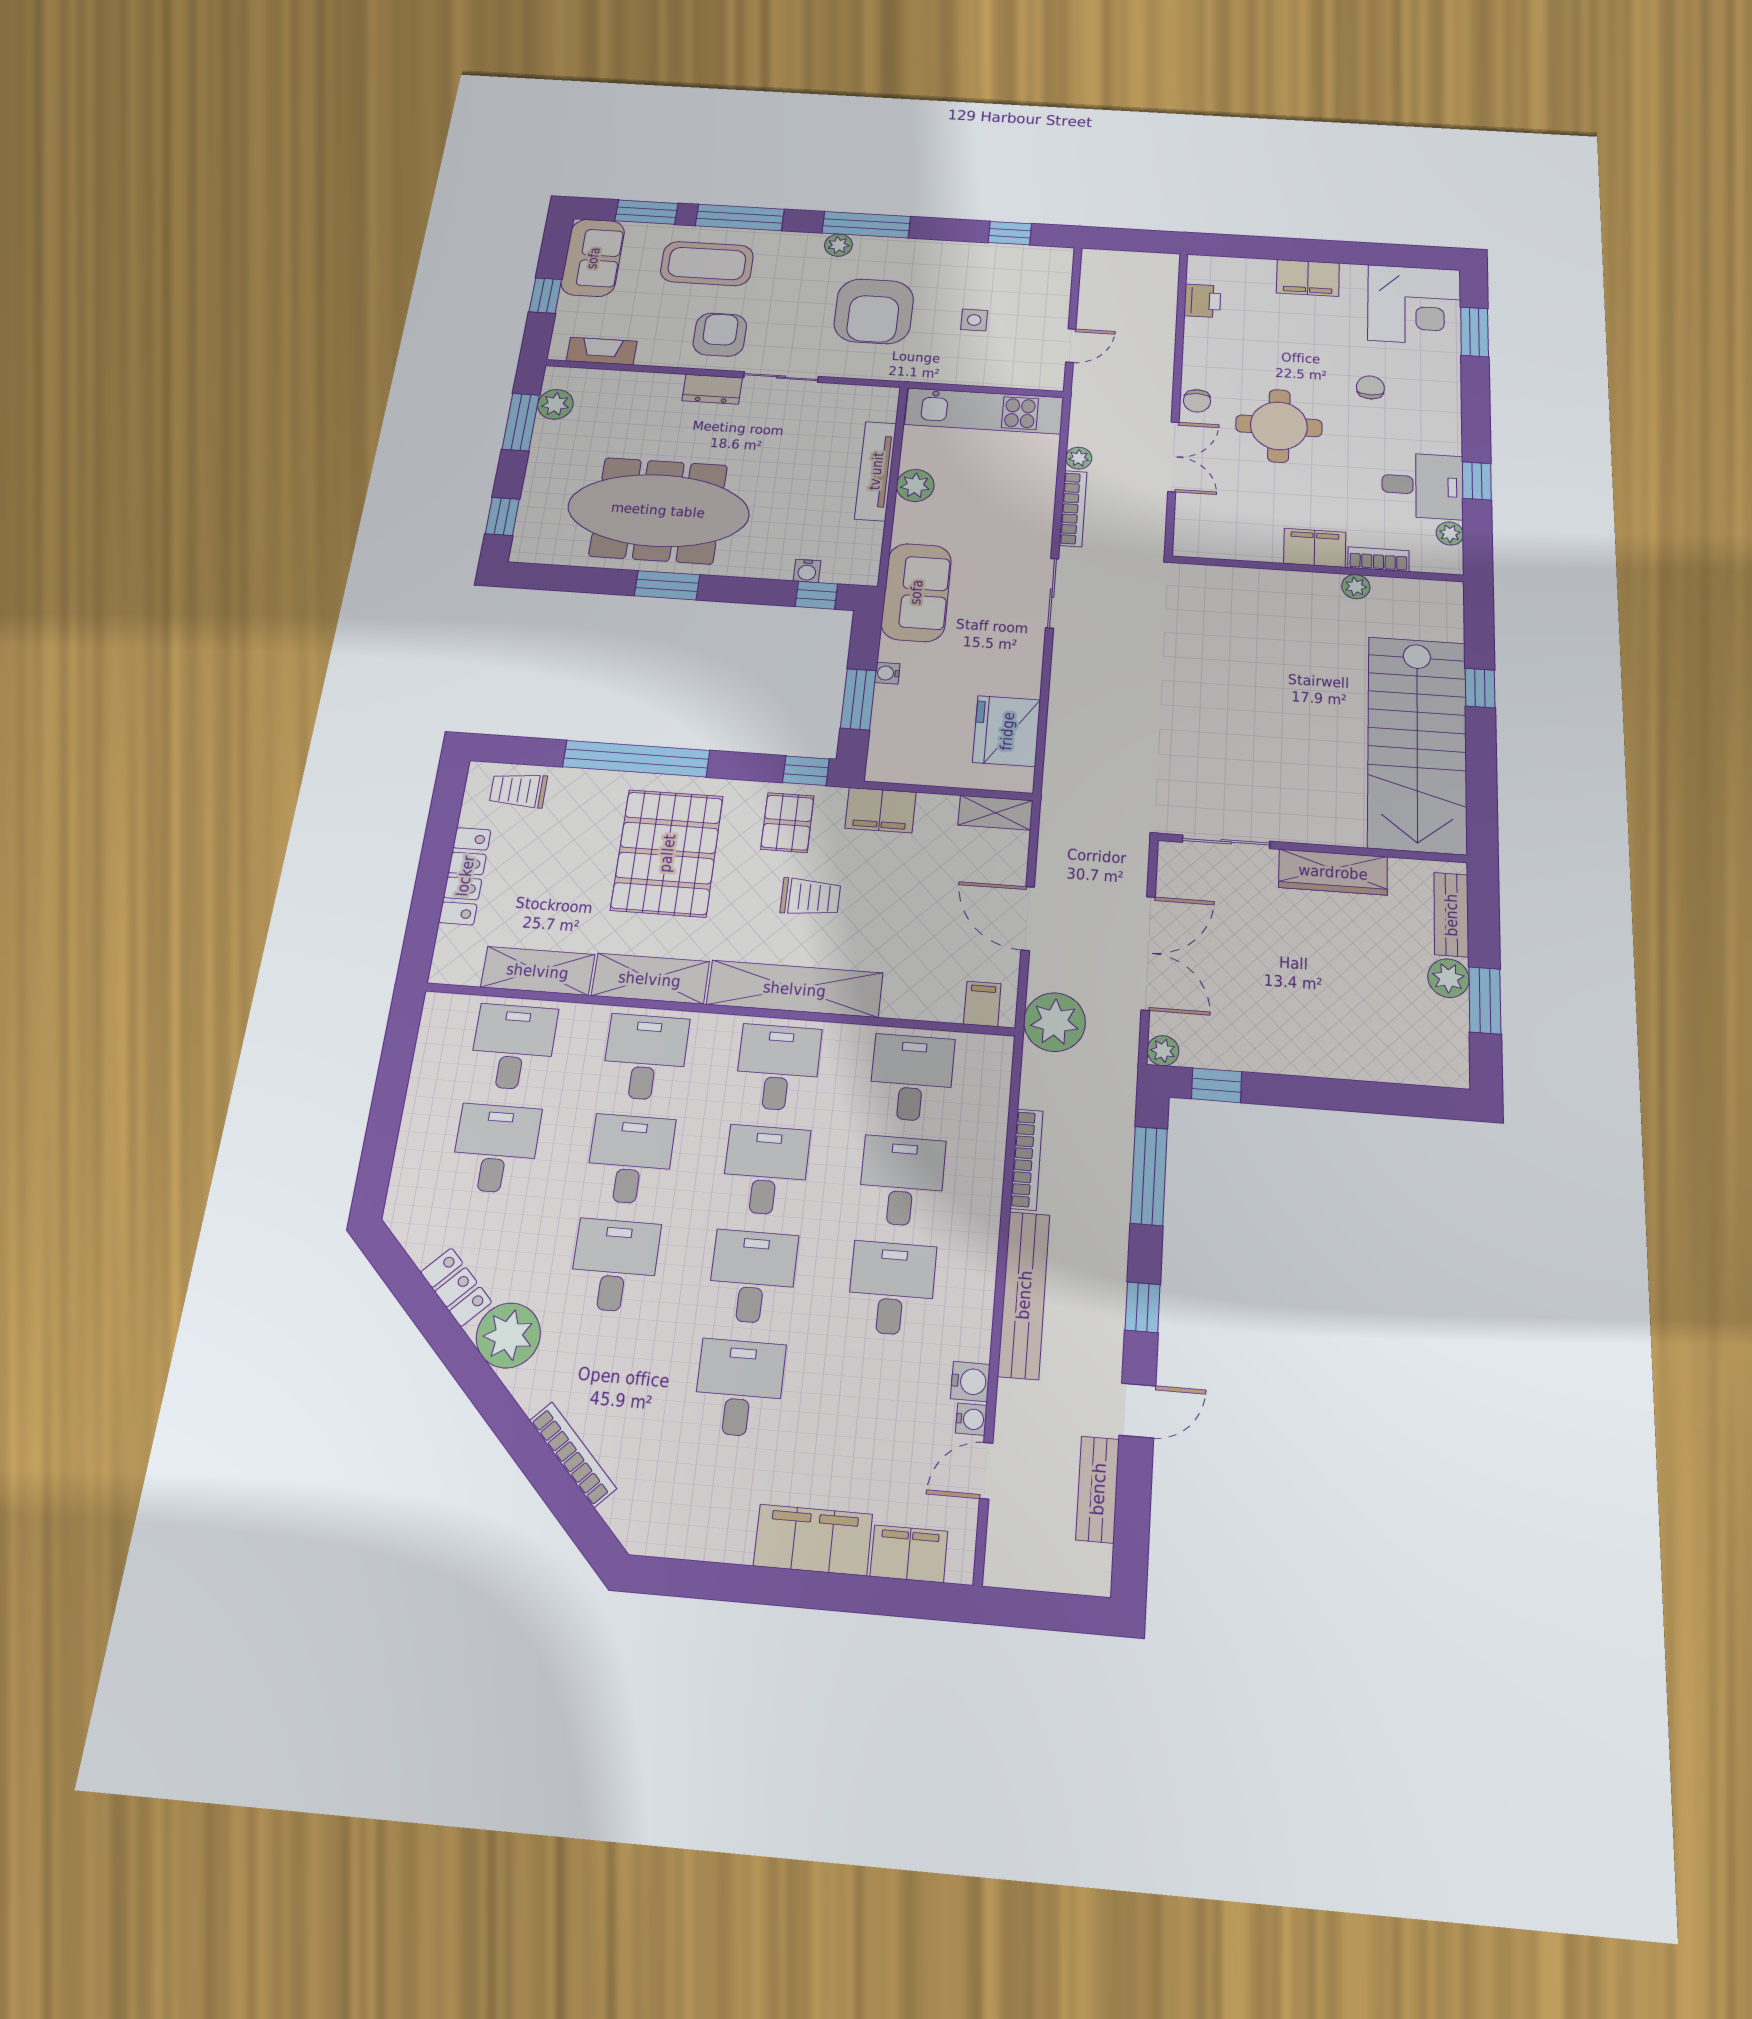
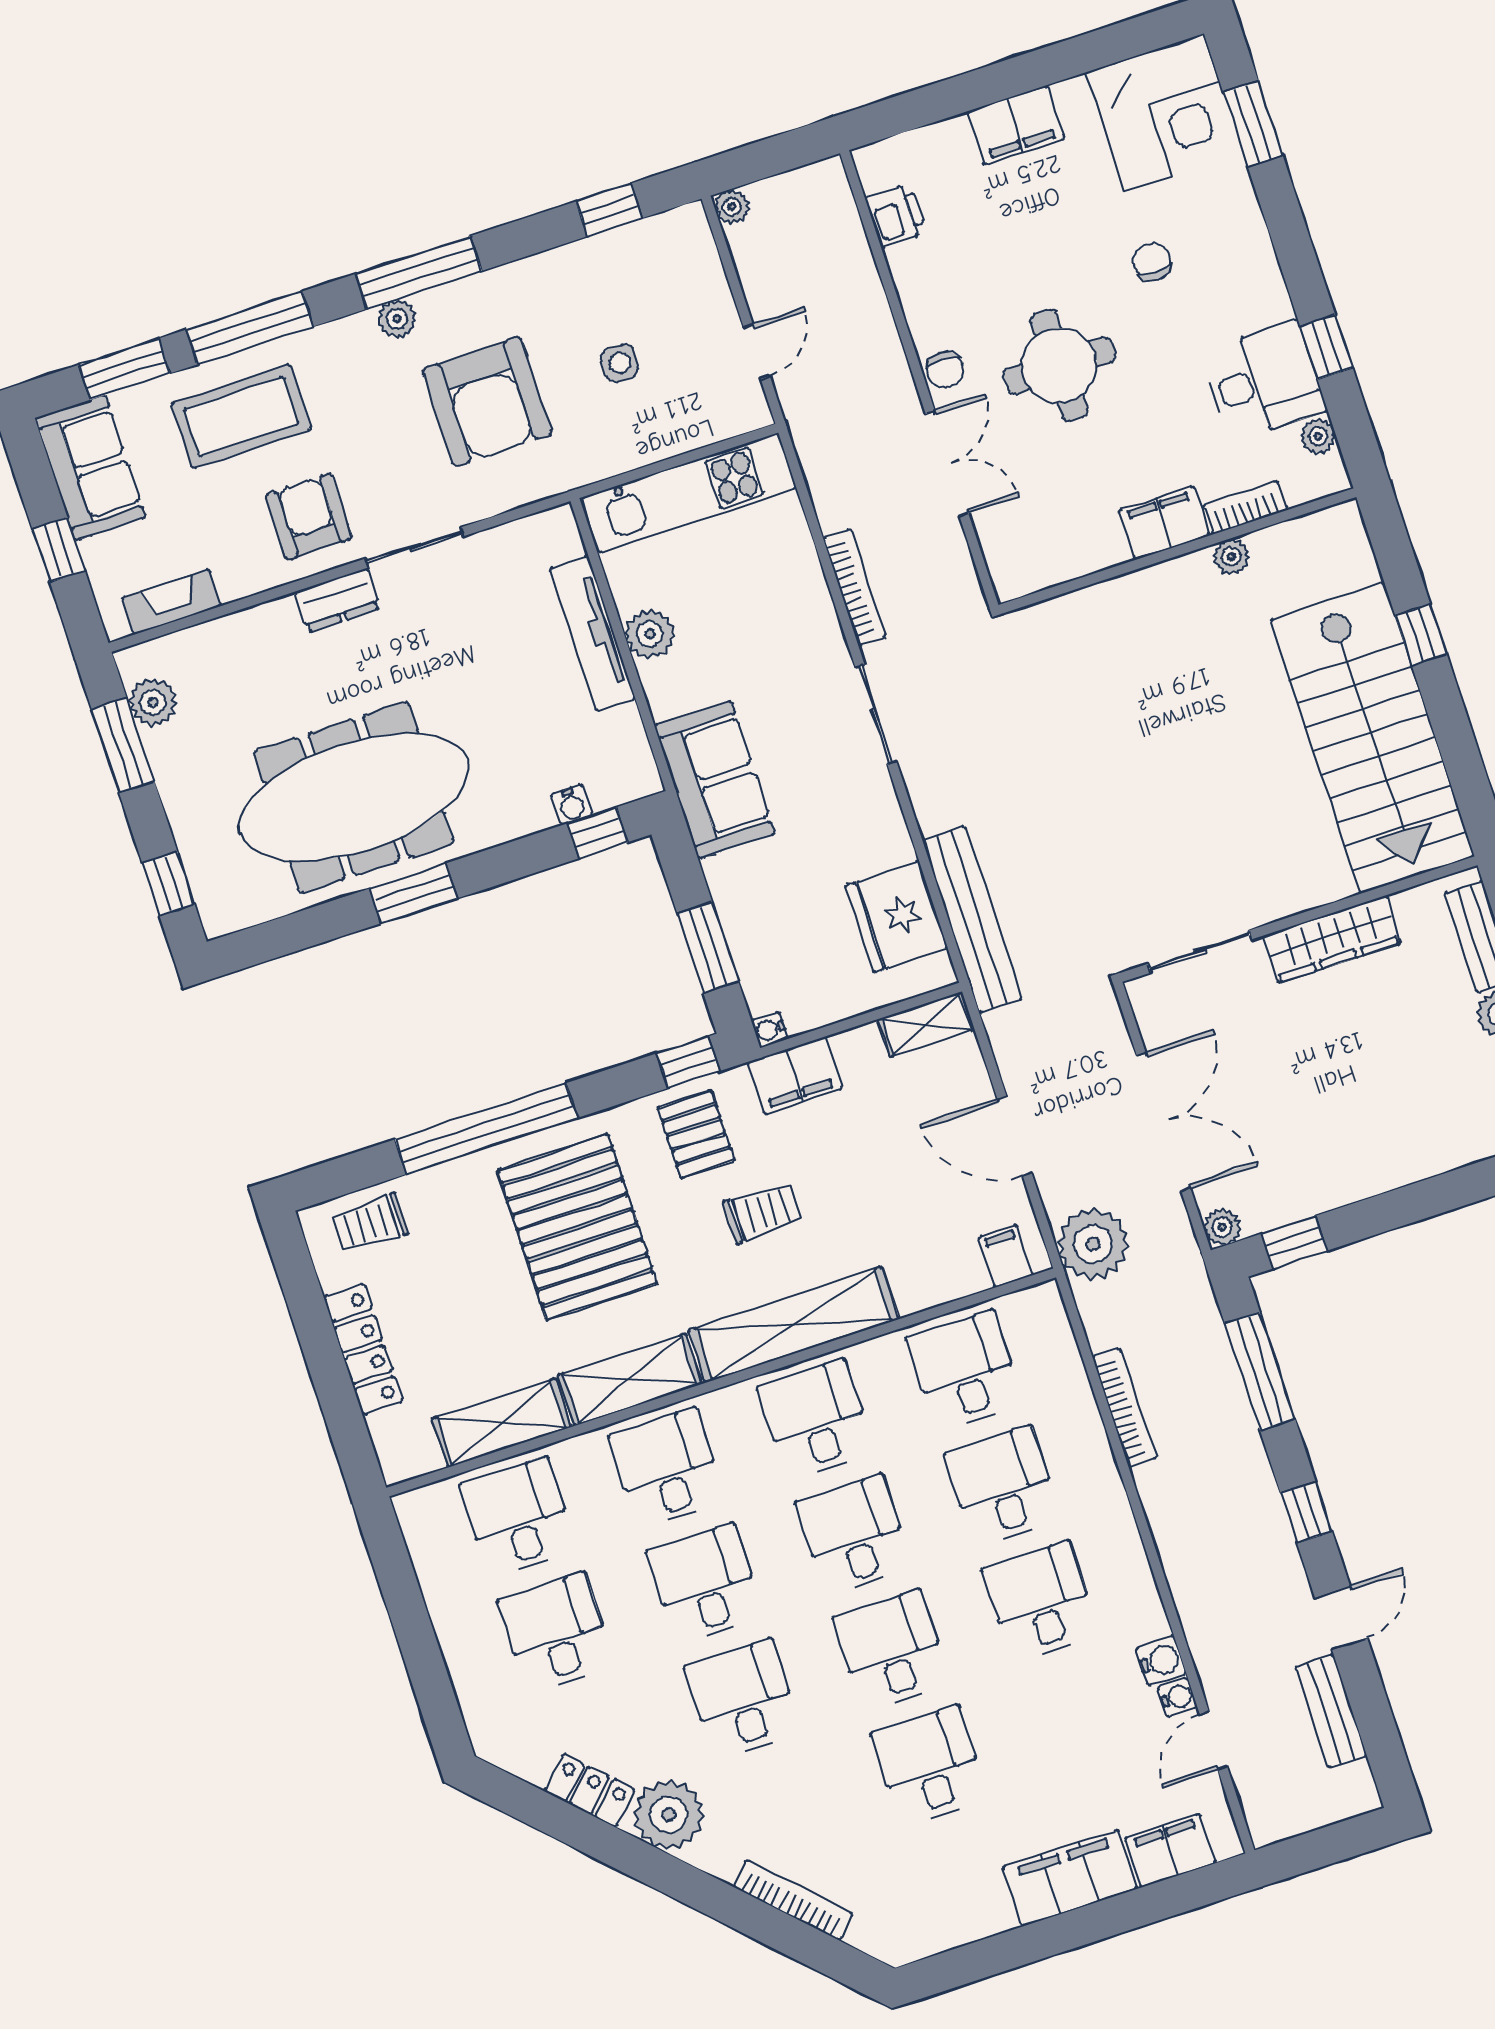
plant: (1079, 458) -> (732, 207), moved
water cooler: (887, 673) -> (769, 1030), moved
bench: (1024, 1295) -> (972, 920), moved

